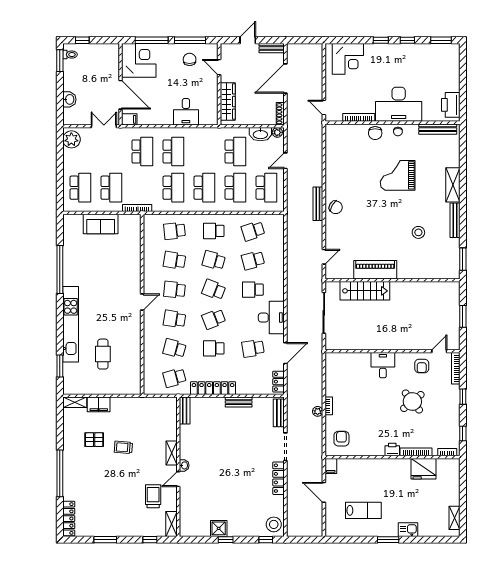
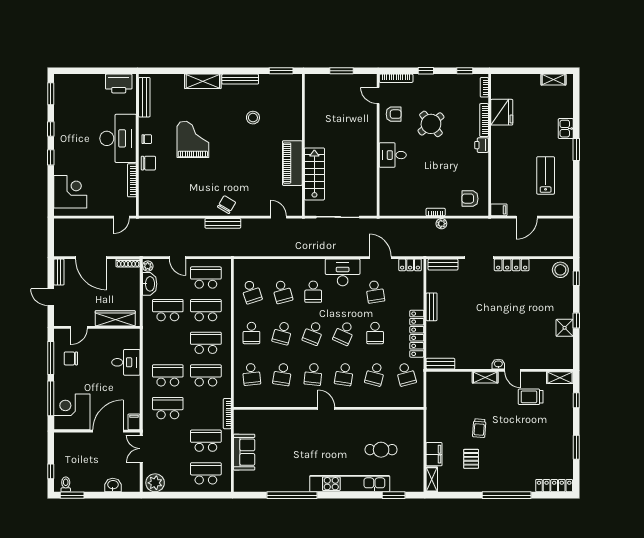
grand piano: (398, 175) -> (193, 139), turned 180
school desk: (214, 319) -> (344, 333), turned 45

